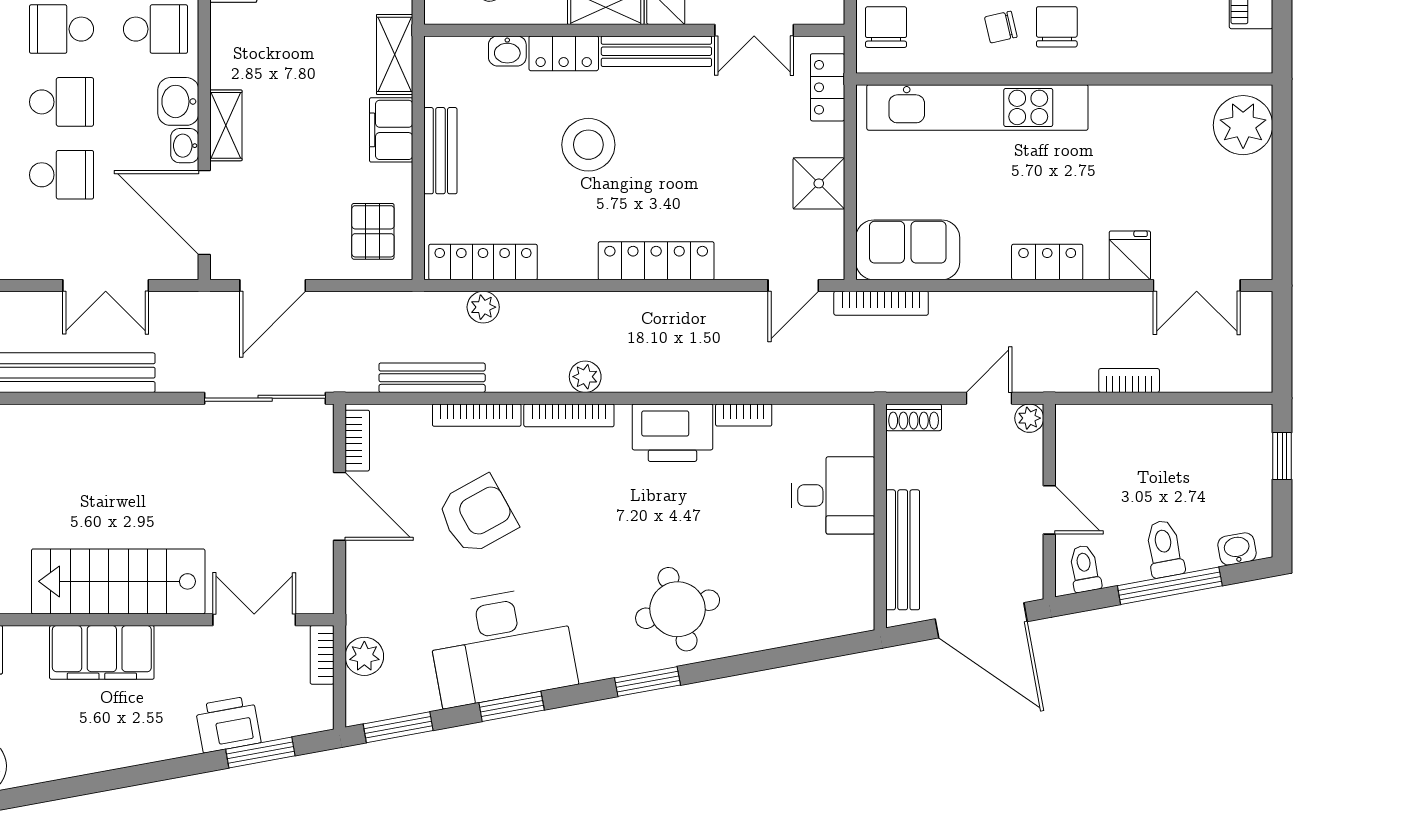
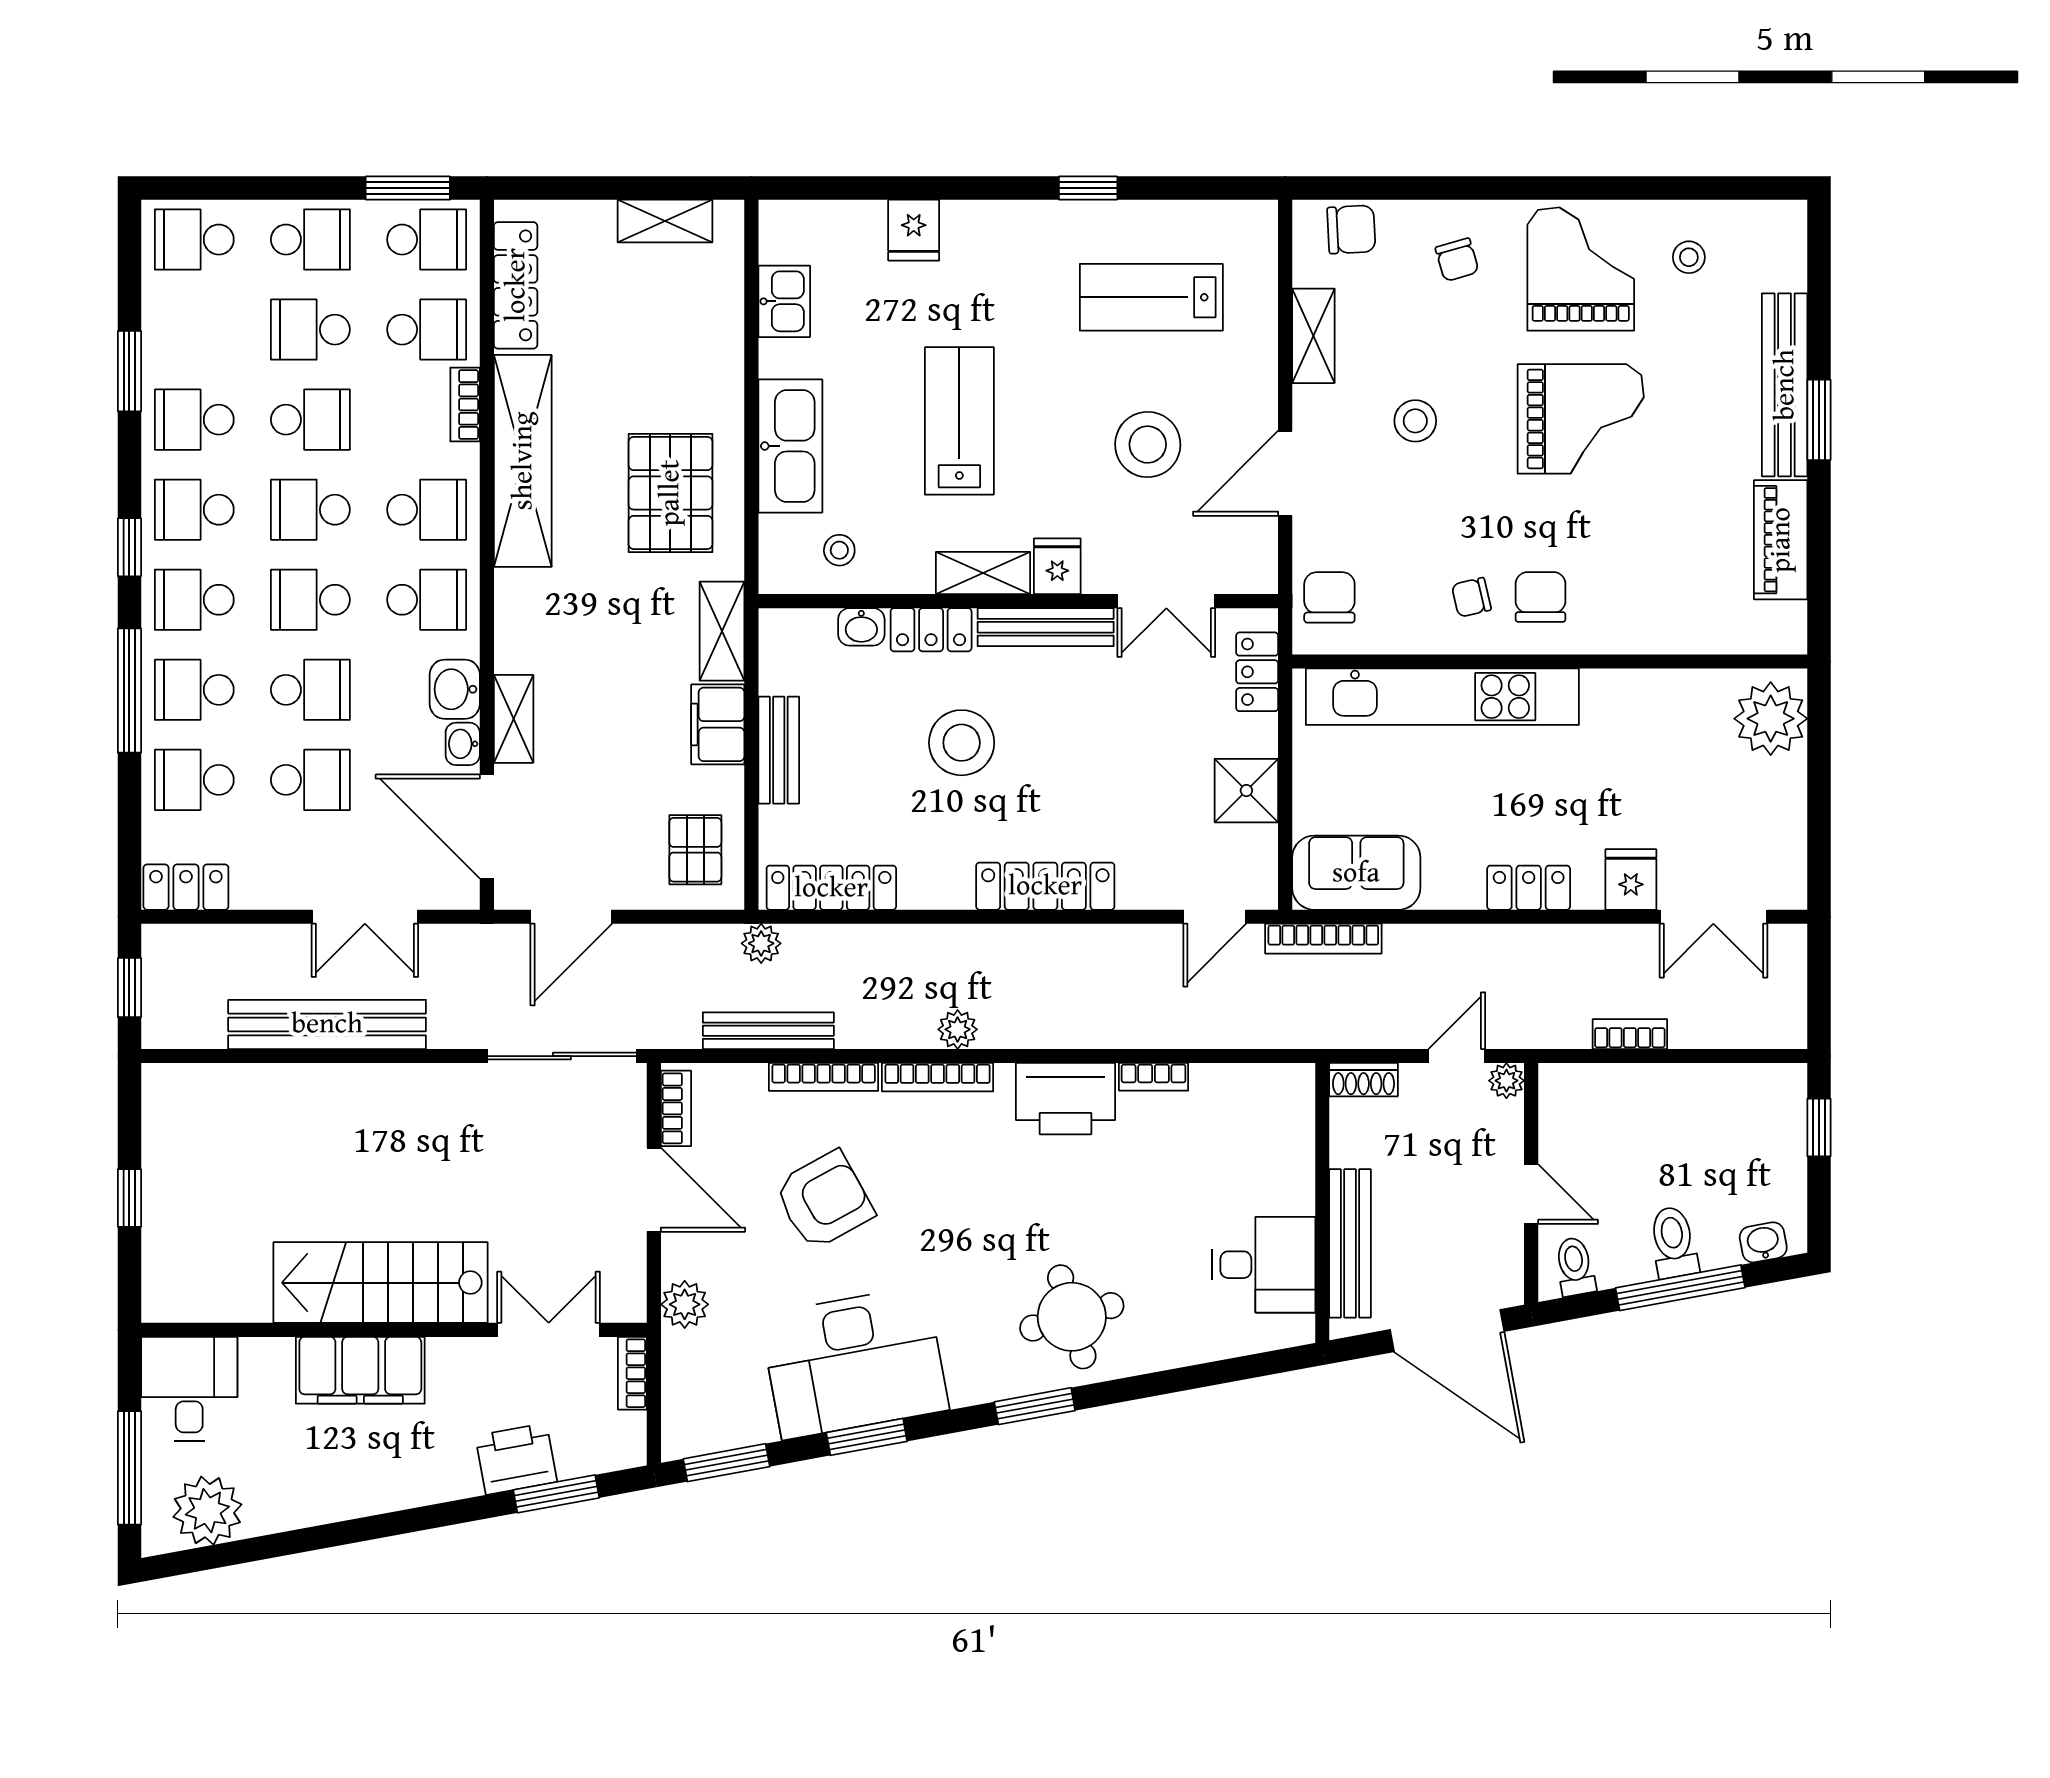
plant: (483, 307) -> (761, 943), moved
desk: (833, 495) -> (1264, 1265), moved
plant: (364, 656) -> (685, 1304), moved

